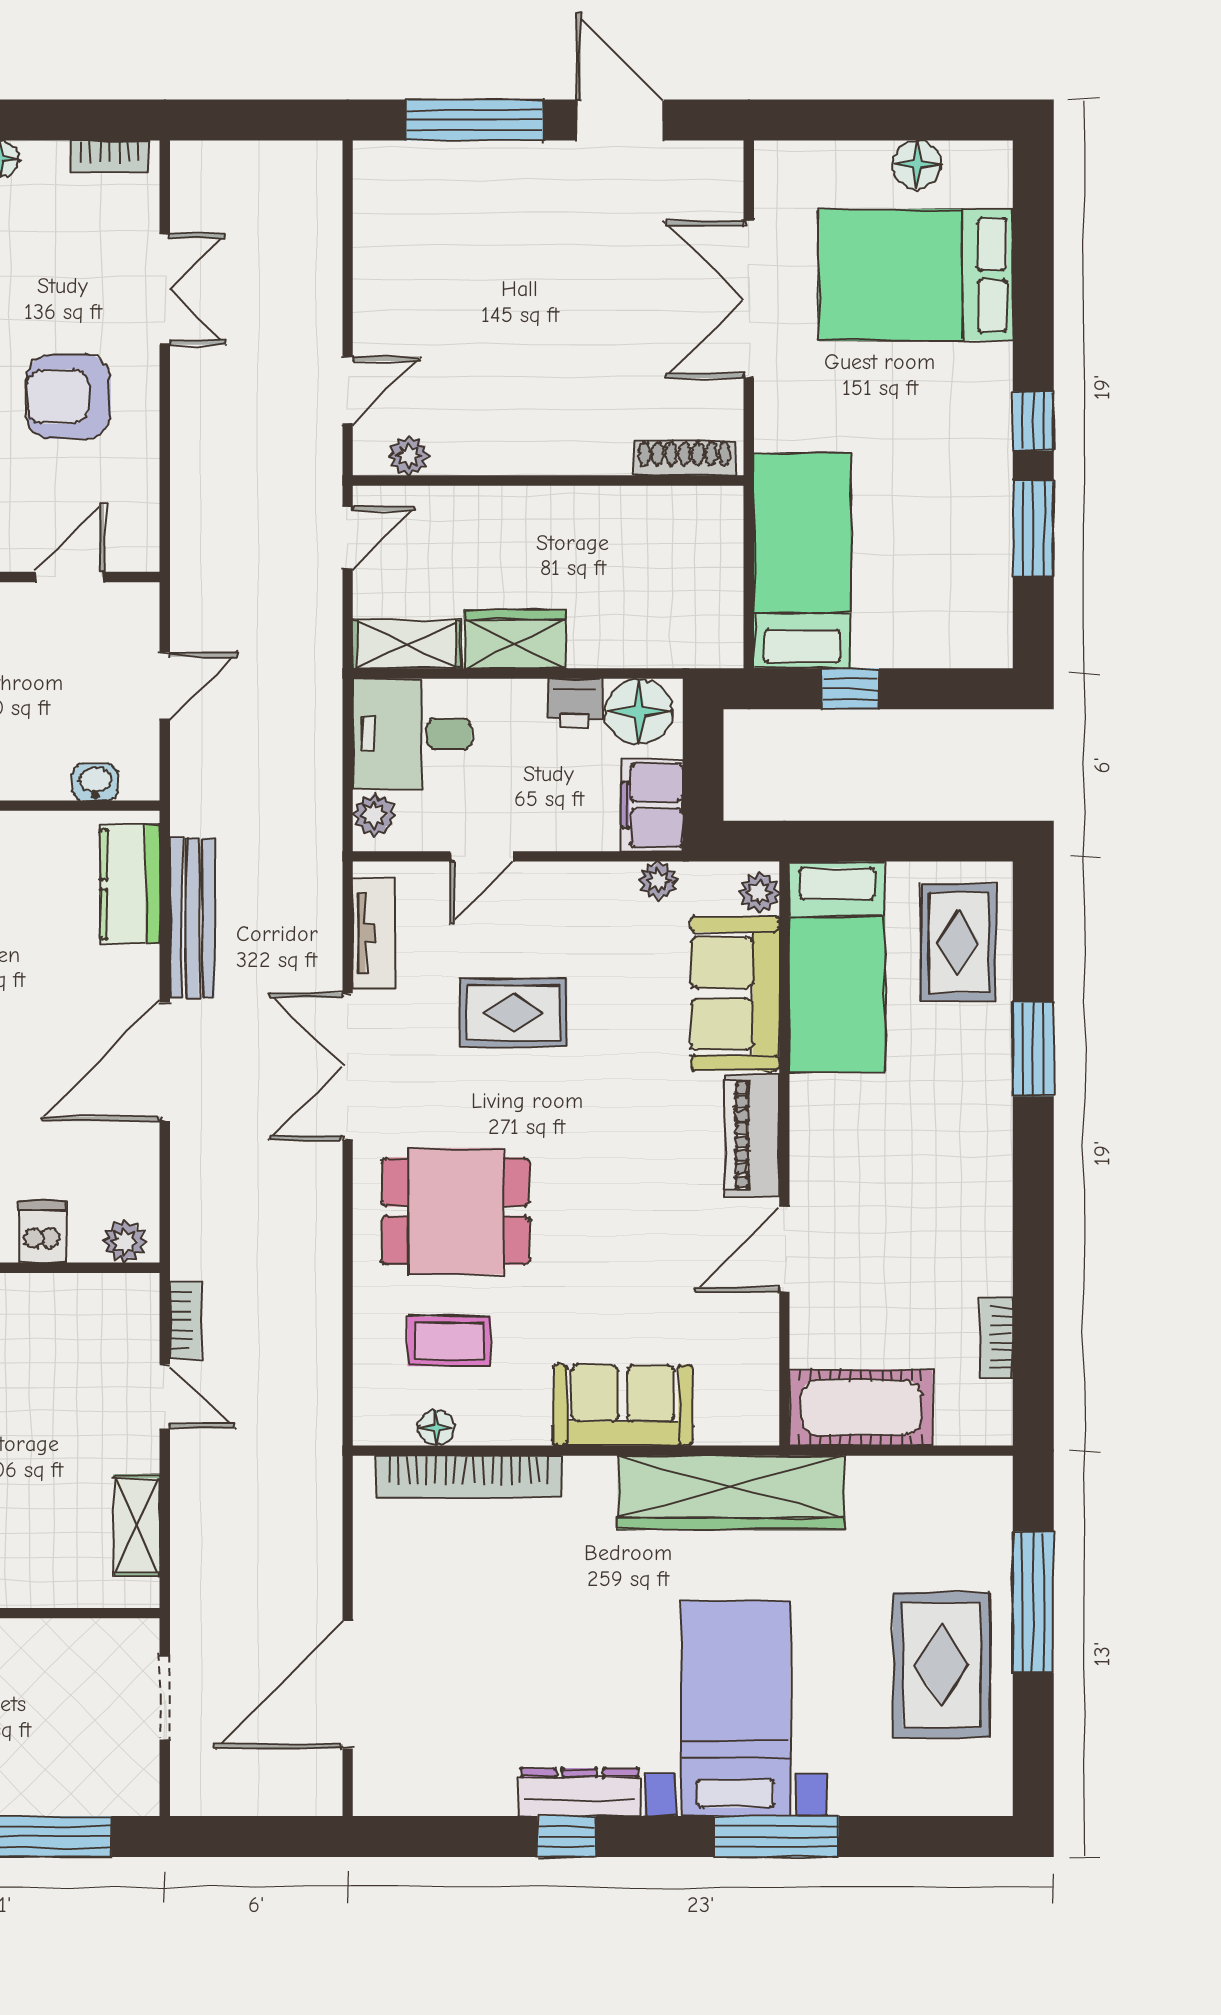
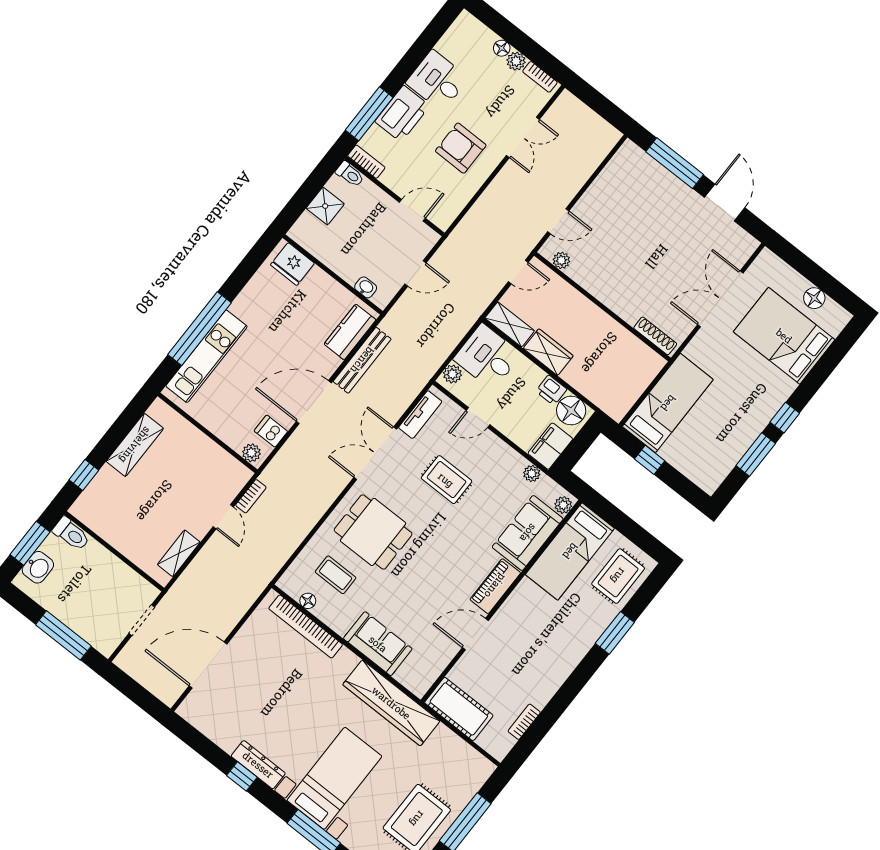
plant: (44, 162) -> (516, 61), added
dishwasher: (42, 1232) -> (271, 431), moved, turned -90

